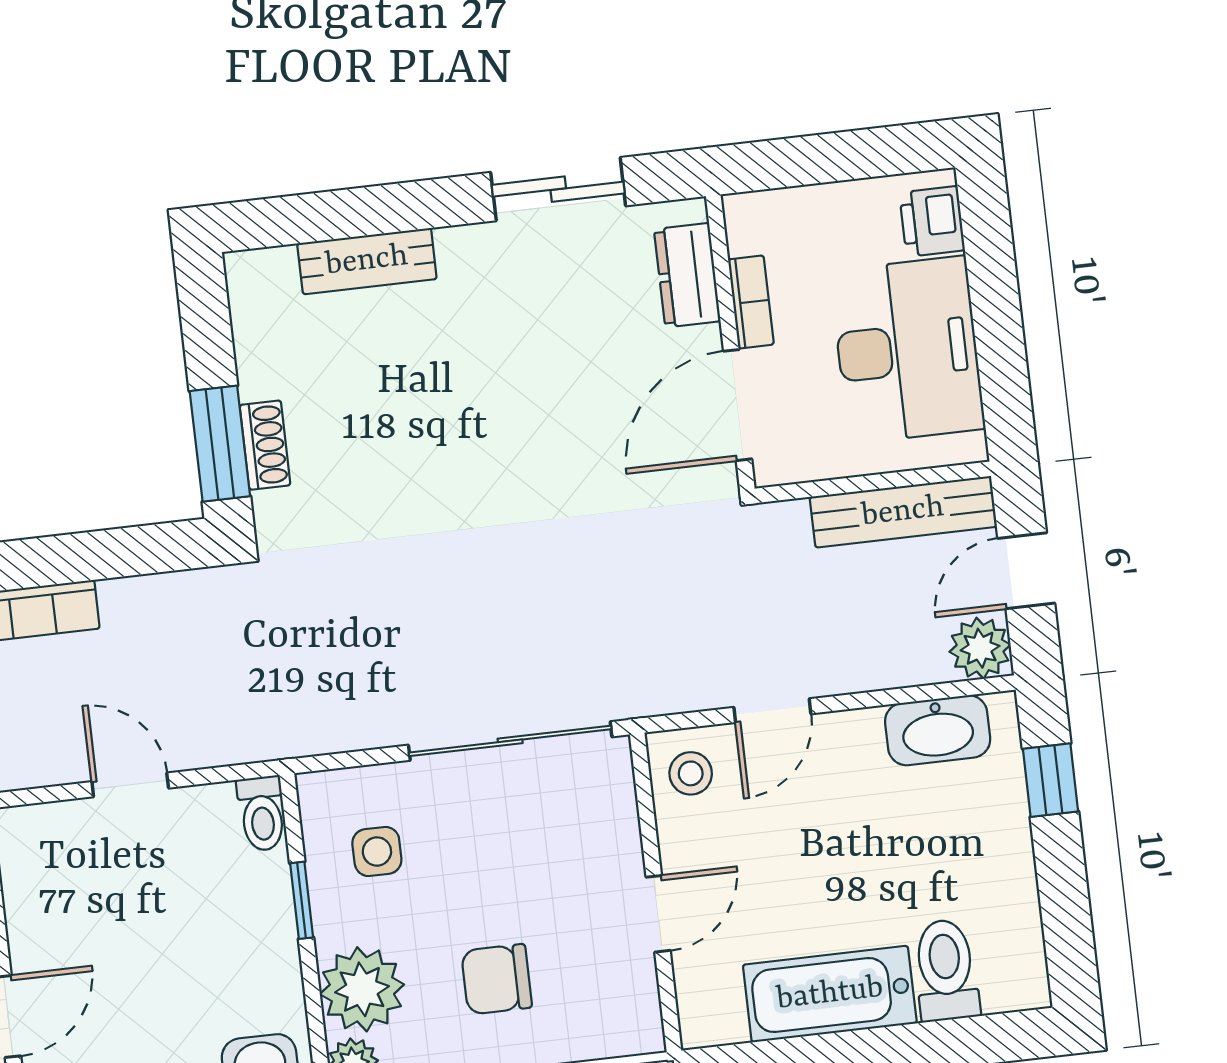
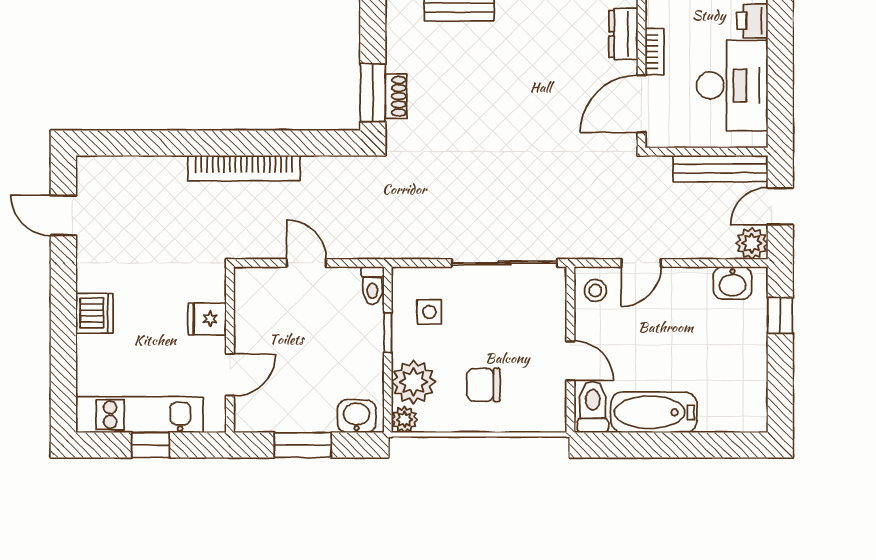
washbasin: (938, 730) -> (732, 283), width x0.72
door: (658, 914) -> (570, 361), hinge flipped
toilet: (946, 970) -> (593, 407), moved

